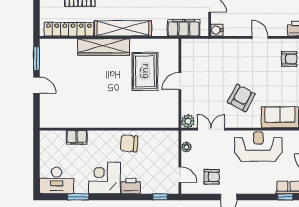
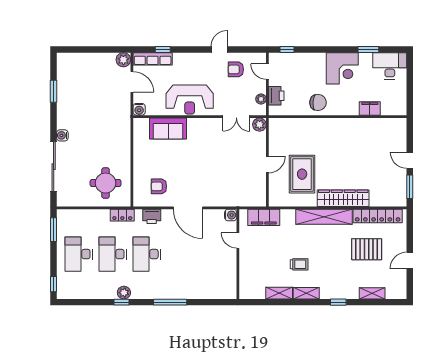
door: (260, 37) -> (188, 208), width x1.87
armchair: (241, 98) -> (206, 148), removed
printer: (131, 186) -> (276, 96), moved, turned -90

